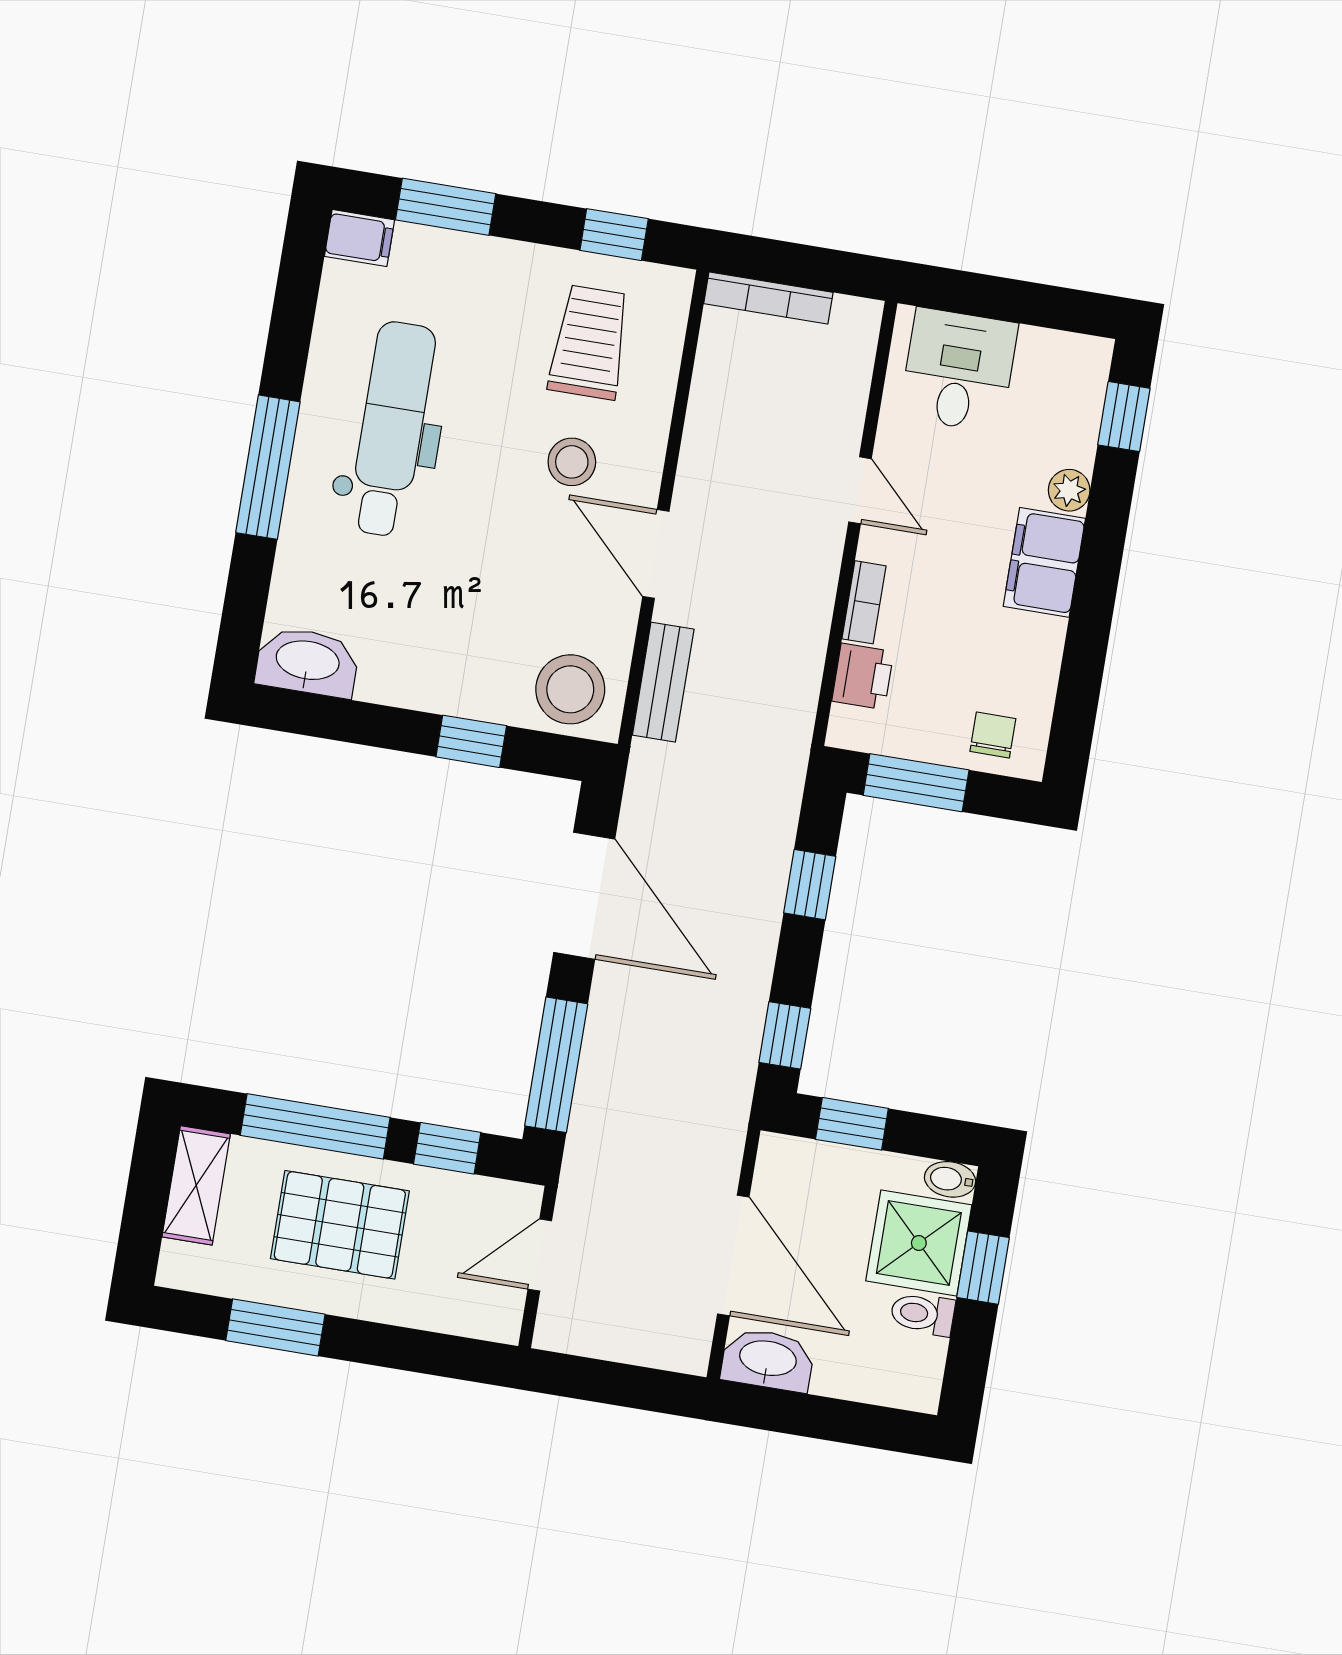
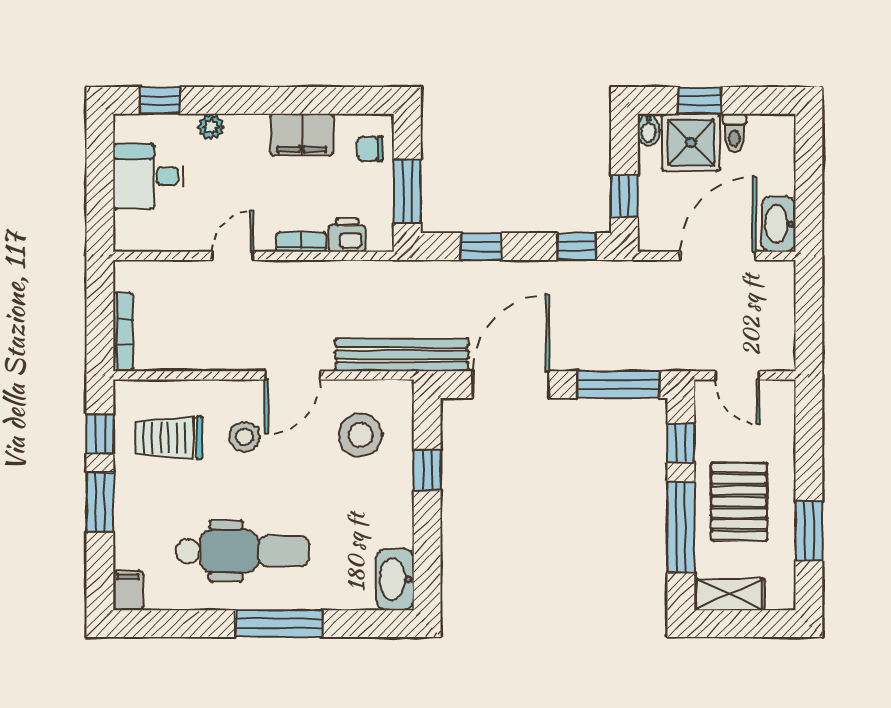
window: (446, 207) -> (100, 502), moved
desk: (959, 370) -> (148, 176), moved
dental chair: (392, 429) -> (243, 551), turned 180
filing cabinet: (1044, 562) -> (302, 135), moved
bench: (663, 682) -> (402, 355), width x1.86, depth x1.21
stool: (570, 689) -> (360, 435), moved

